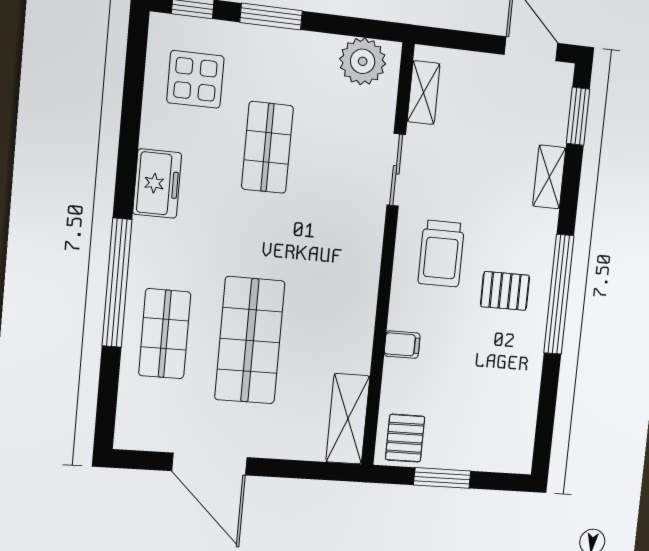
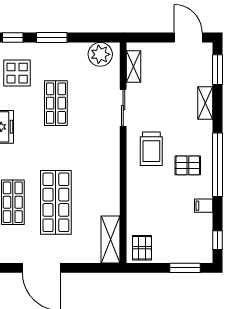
filing cabinet: (402, 345) -> (204, 206), moved, turned 180
window: (544, 433) -> (218, 240), added
window: (442, 478) -> (185, 268), moved

